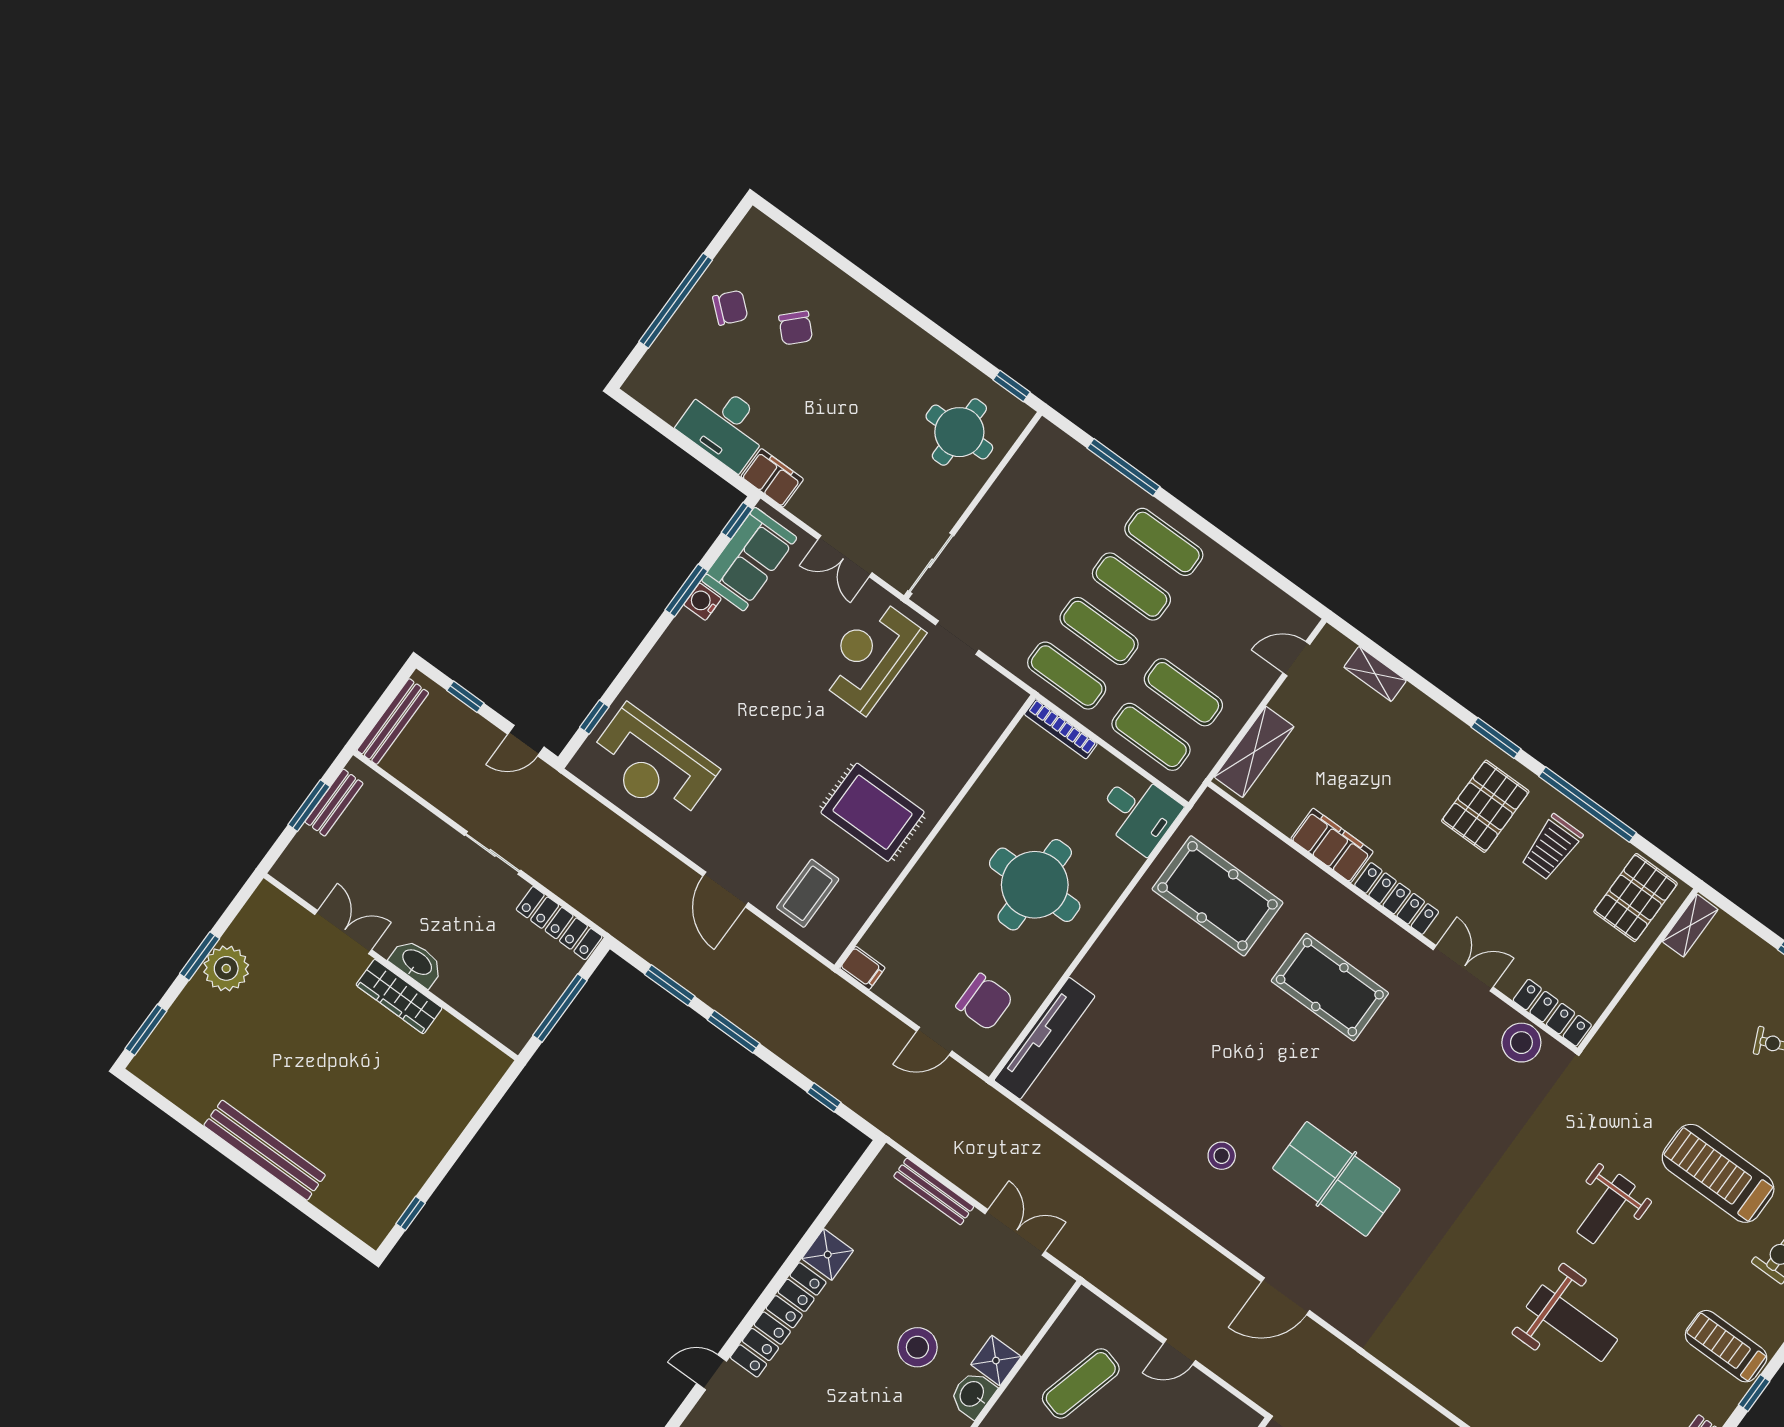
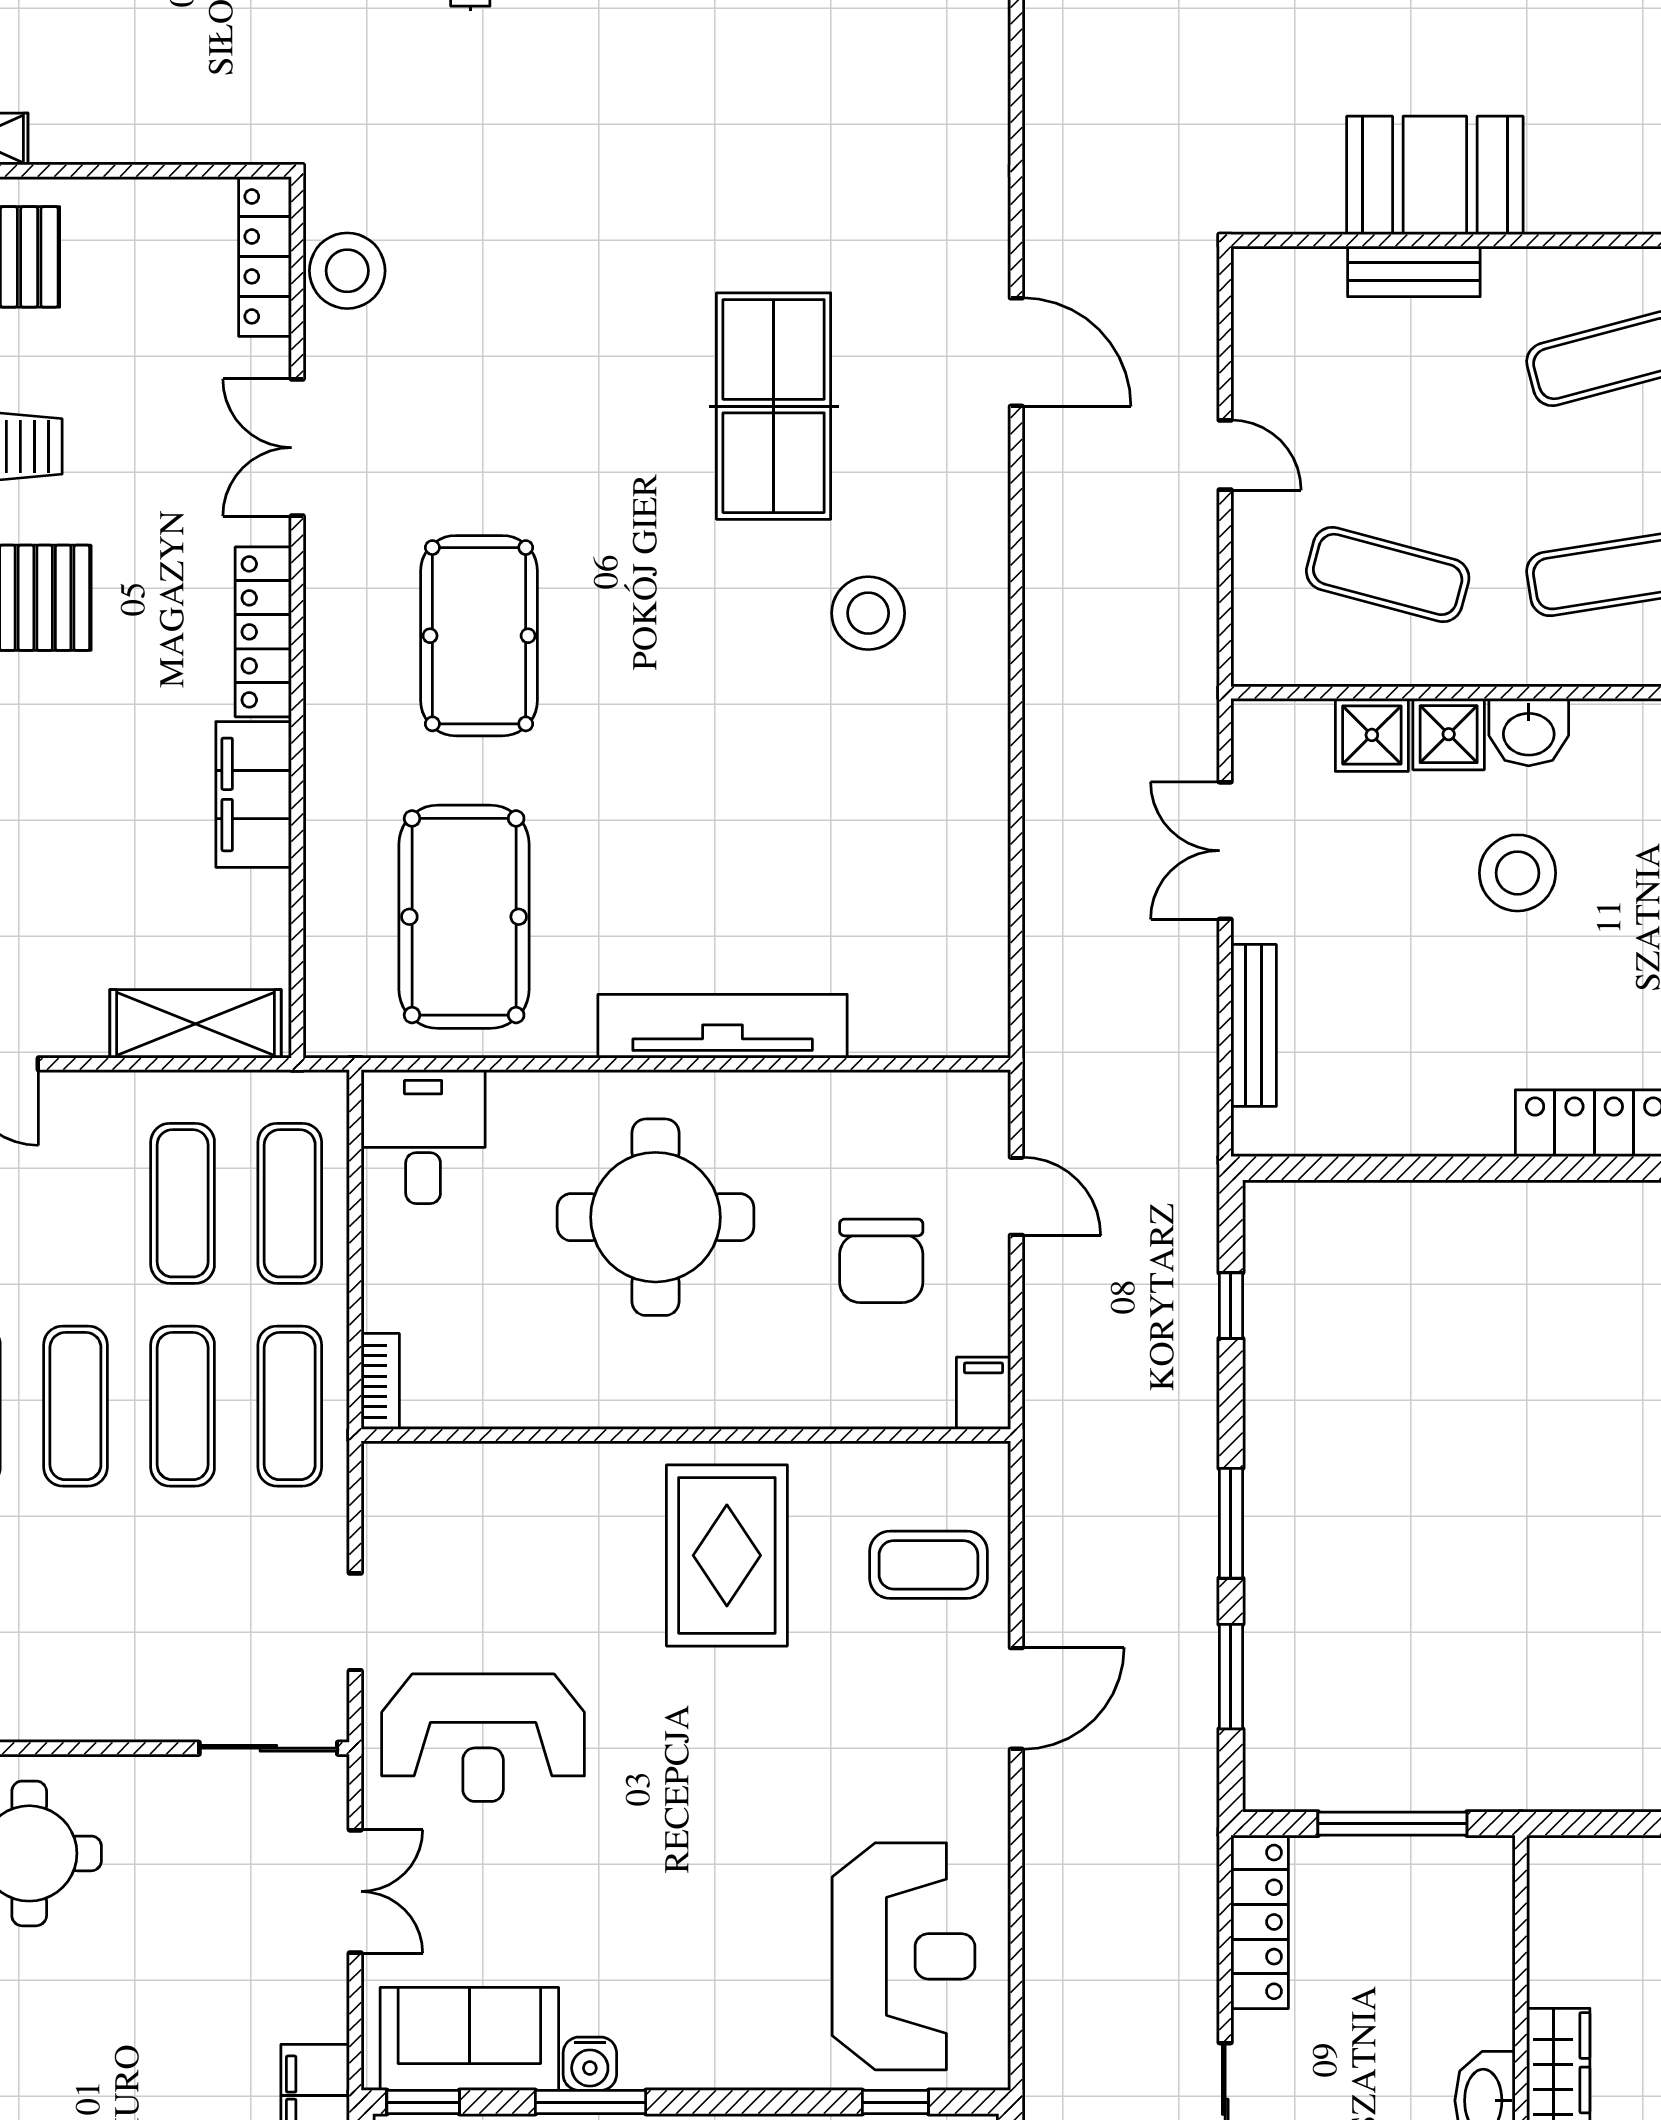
bookcase: (1061, 729) -> (380, 1381), width x0.64
chair: (985, 1002) -> (881, 1261), moved, turned 180
tv unit: (1045, 1038) -> (723, 1026), moved
stool: (1222, 1156) -> (868, 613), width x1.38, depth x1.38
shower: (828, 1255) -> (1372, 735), moved

